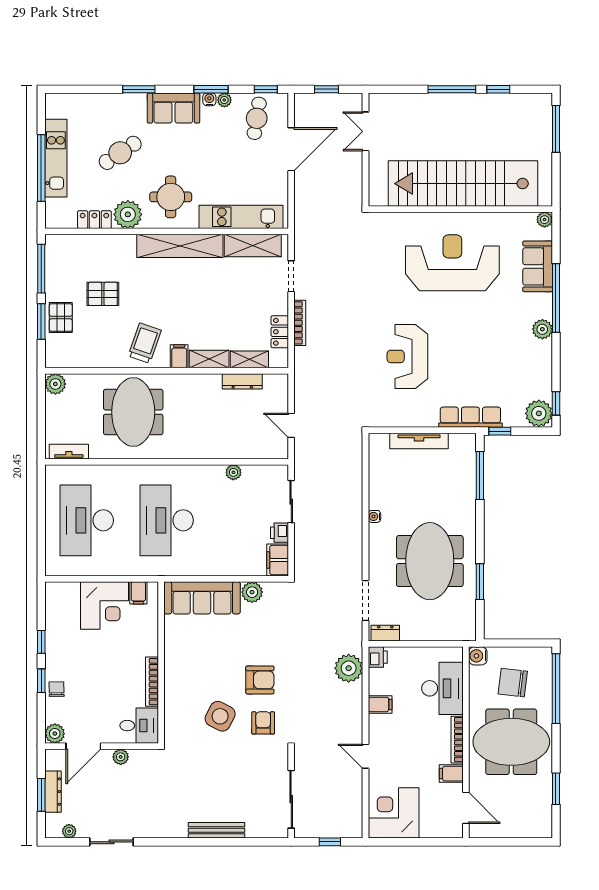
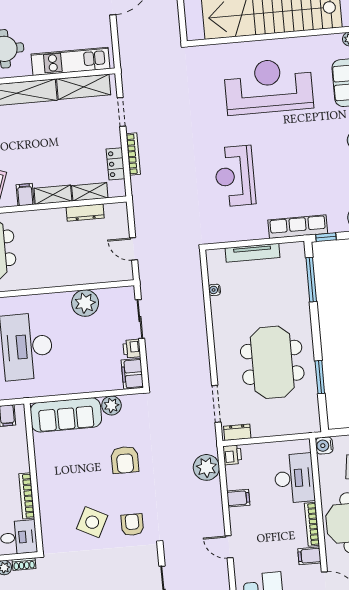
plant: (233, 472) -> (85, 303), width x1.88, depth x1.88
water cooler: (374, 516) -> (214, 290), moved
armchair: (260, 680) -> (125, 460), moved, turned 90
shoe rack: (142, 755) -> (24, 564), added

